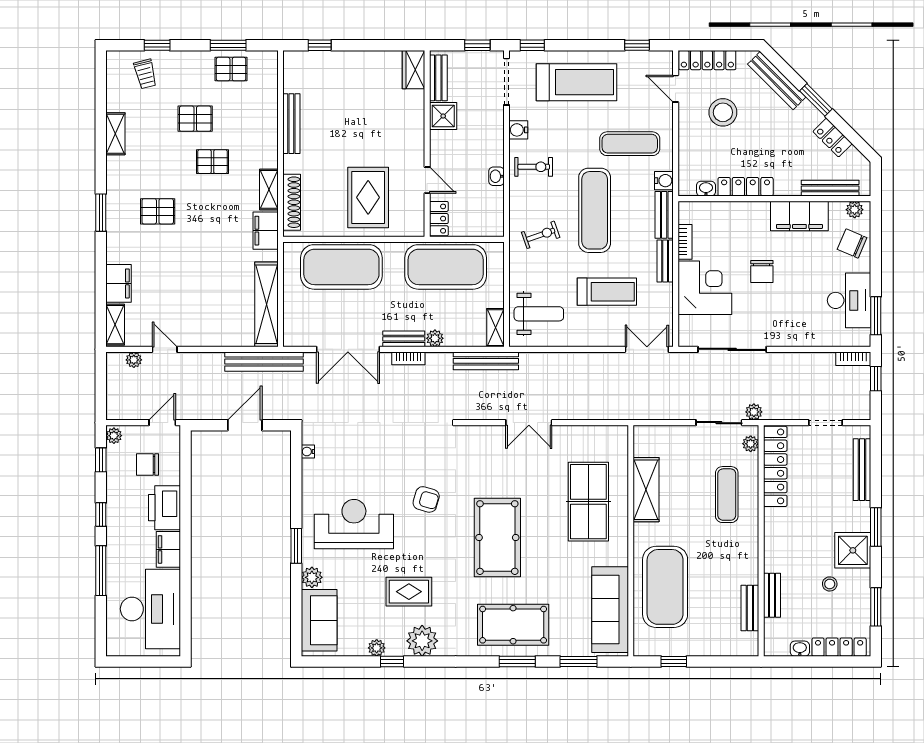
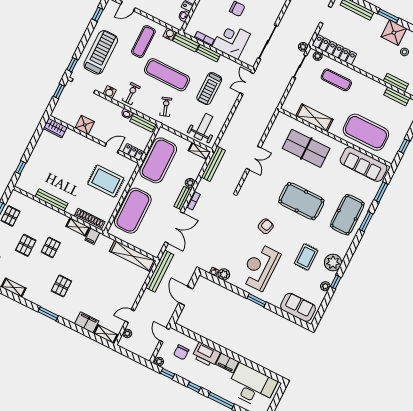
bench: (438, 78) -> (143, 123), moved
filing cabinet: (266, 231) -> (92, 236), width x0.50
treadmill: (607, 292) -> (209, 89), turned 180
plant: (312, 577) -> (224, 274), moved

